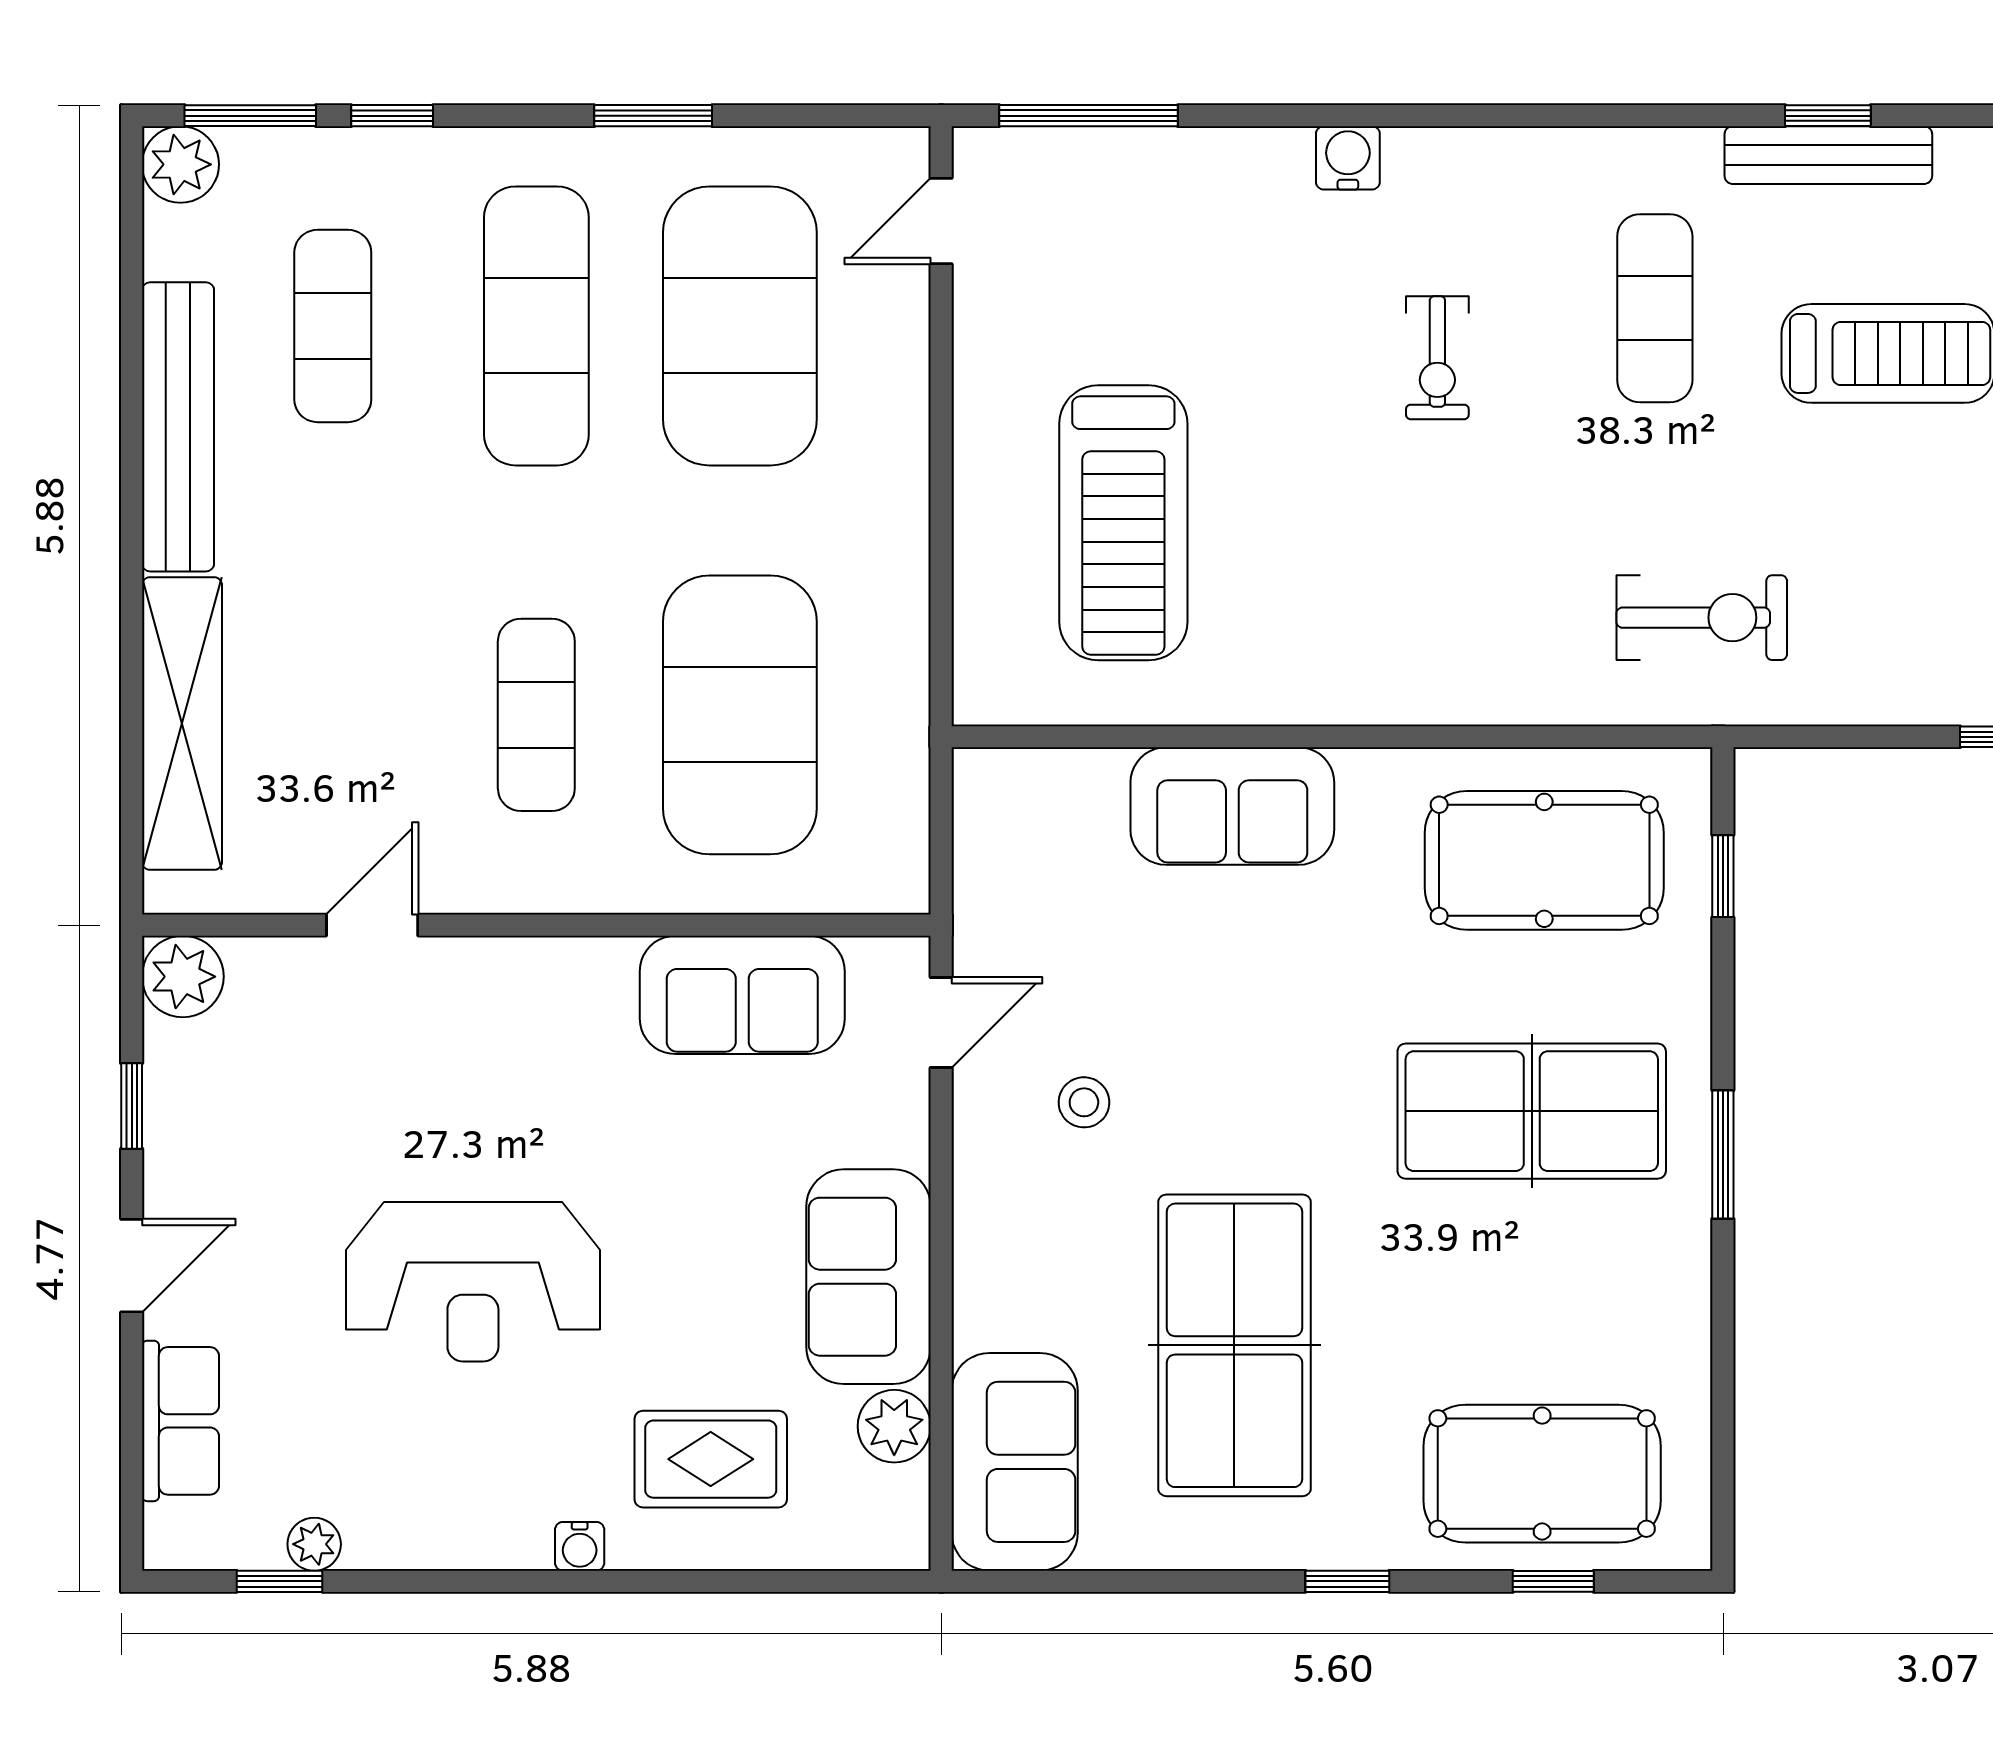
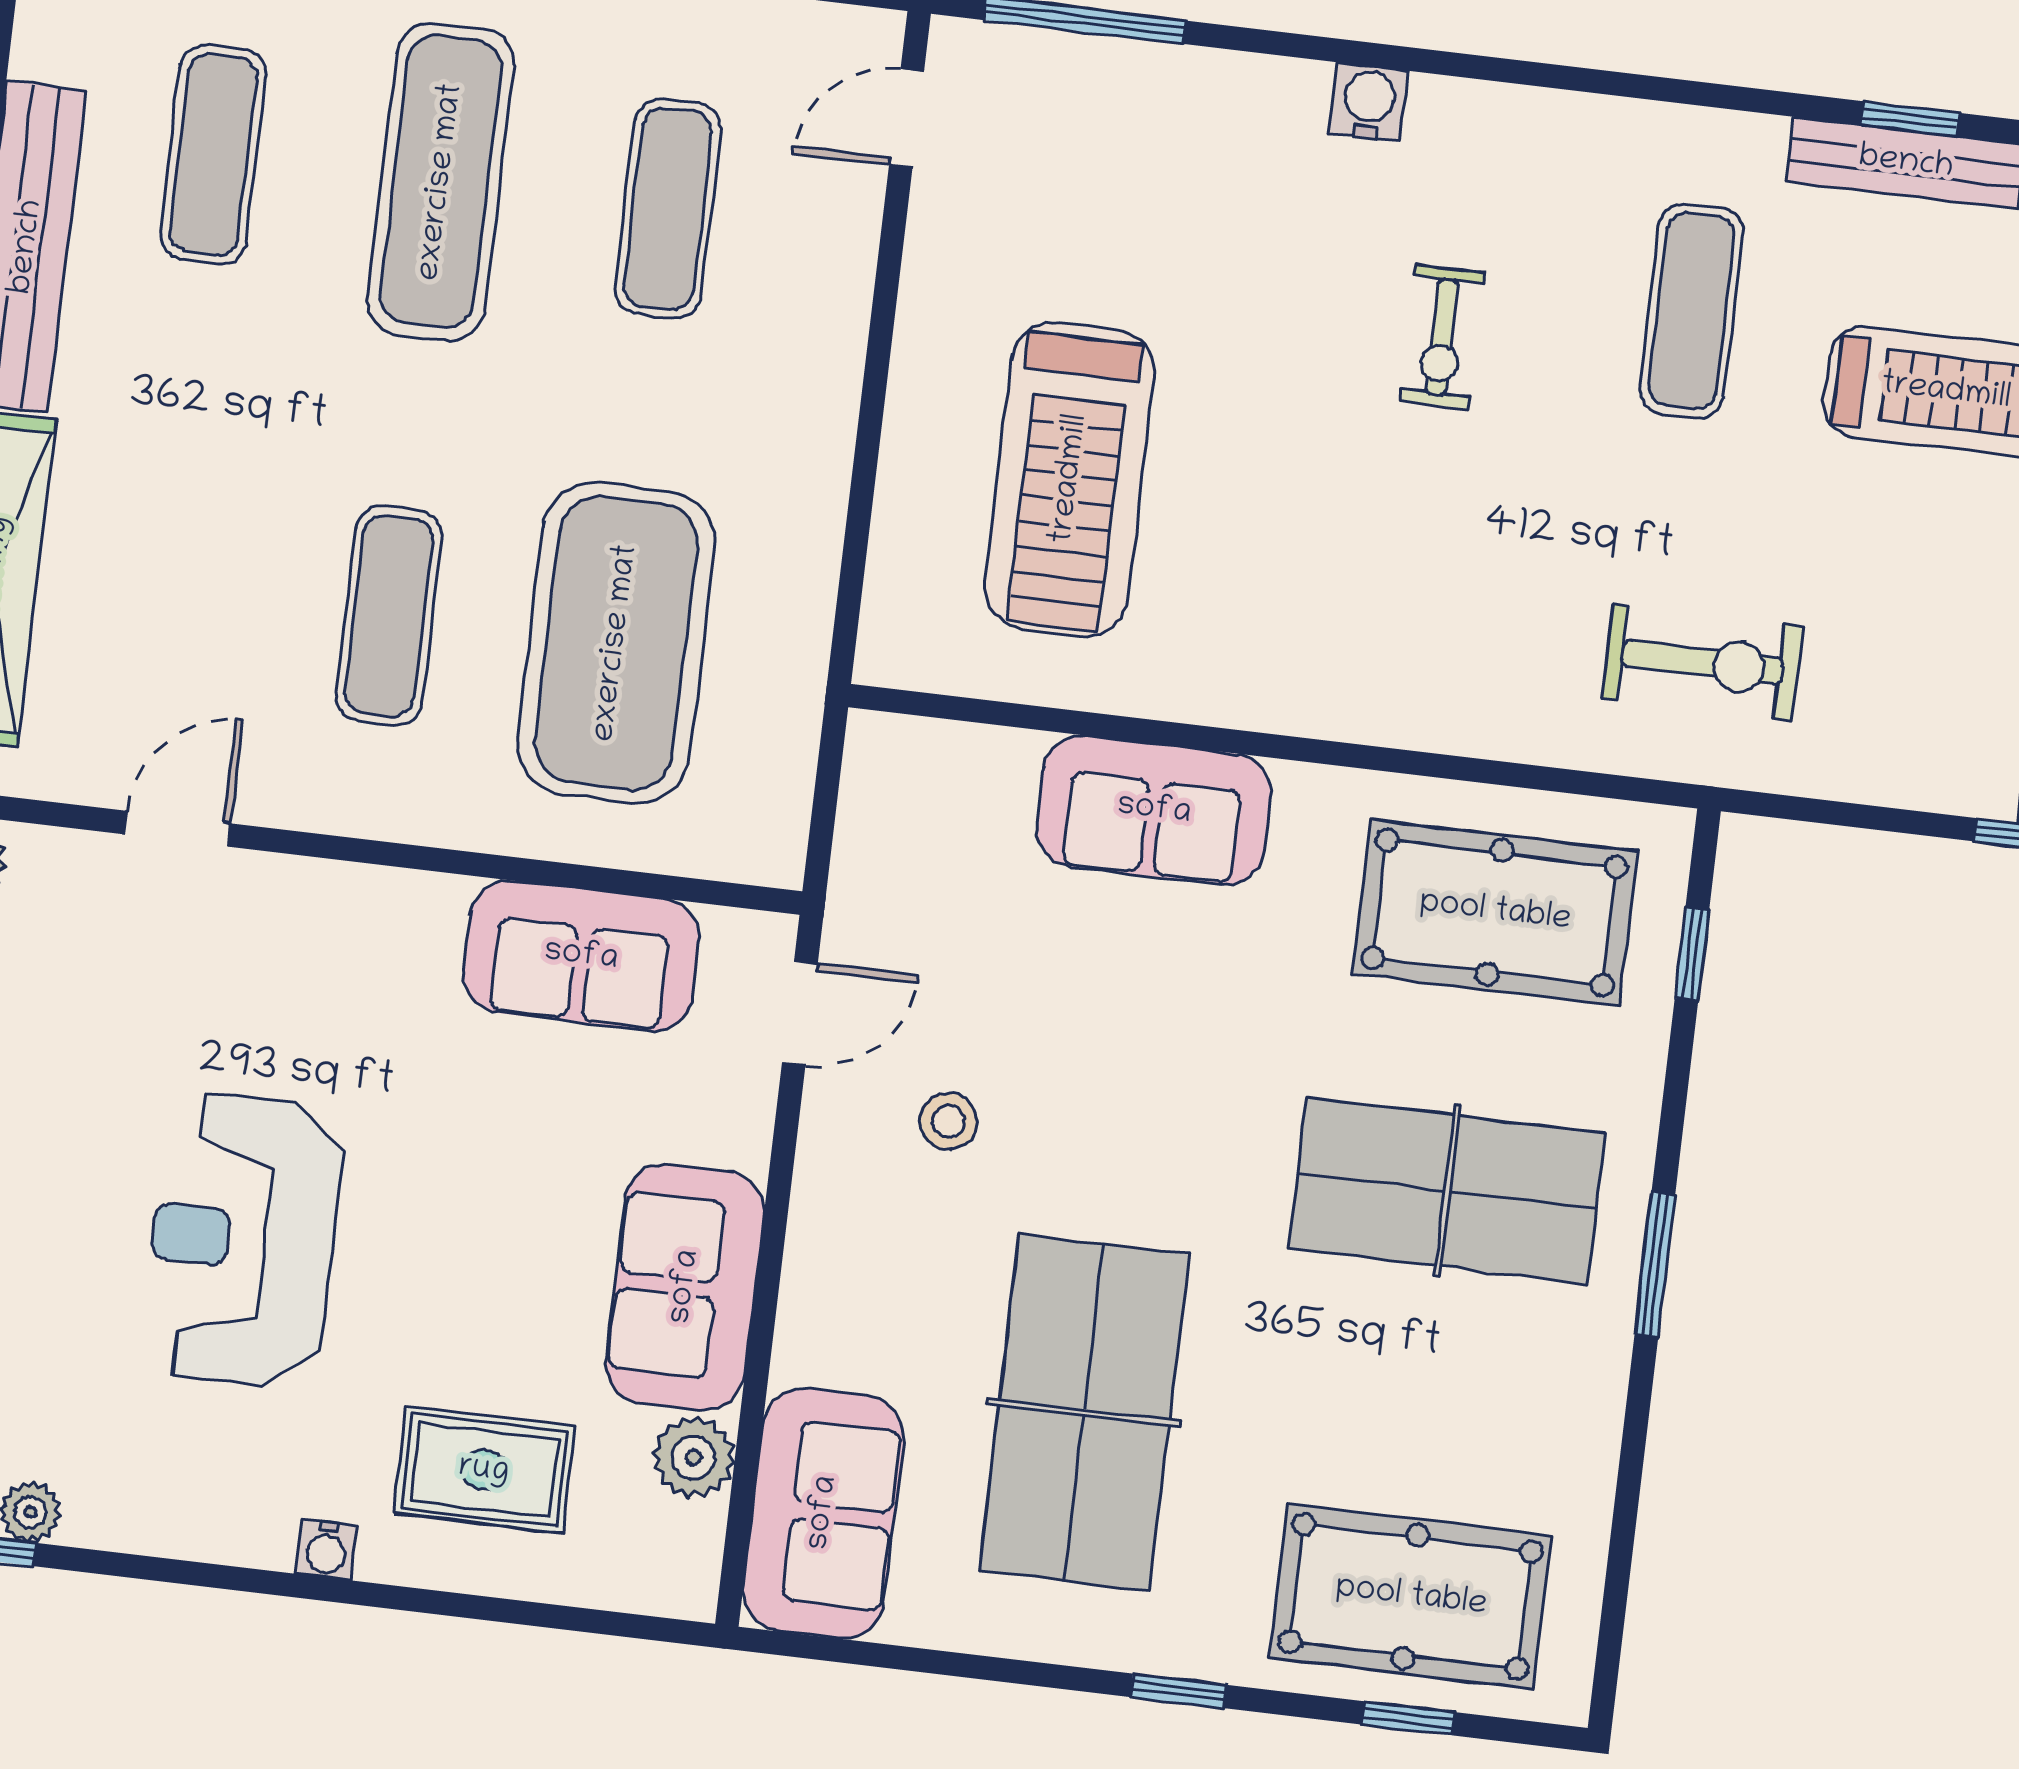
exercise mat: (740, 326) -> (668, 209), width x0.50, depth x0.69
reception desk: (473, 1282) -> (243, 1240), turned 90

